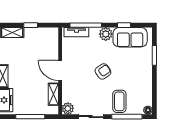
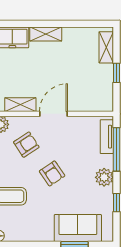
sofa: (130, 37) -> (78, 228), moved, turned 90
armchair: (82, 90) -> (26, 145), added

